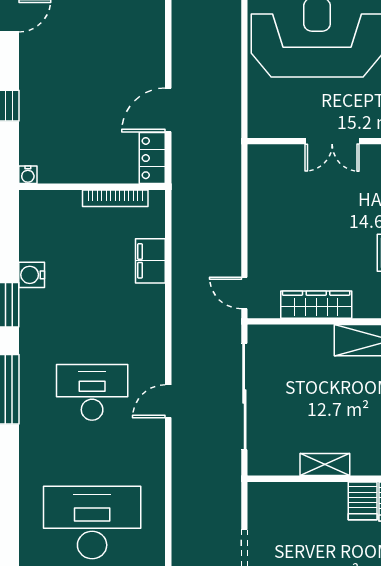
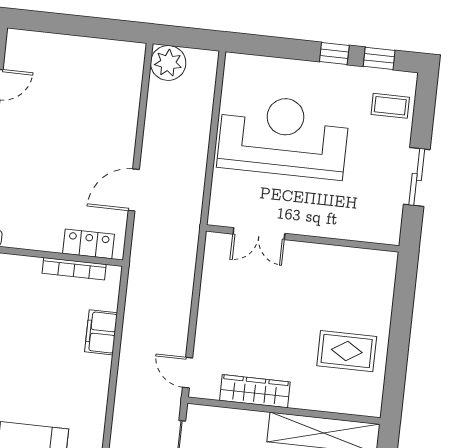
double door: (332, 141) -> (259, 234), moved
locker: (152, 158) -> (89, 244), moved, turned 90

